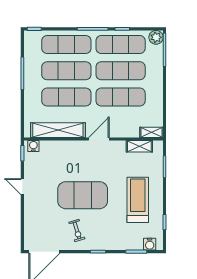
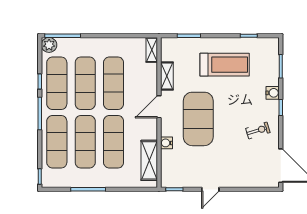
shelving: (58, 130) -> (149, 160), width x0.68
door: (99, 139) -> (159, 107), hinge flipped
water cooler: (33, 146) -> (166, 143), moved
shelving: (139, 146) -> (167, 76), moved
exercise mat: (83, 195) -> (198, 119), moved
treadmill: (138, 200) -> (225, 65), turned 180
water cooler: (150, 244) -> (273, 93), moved

